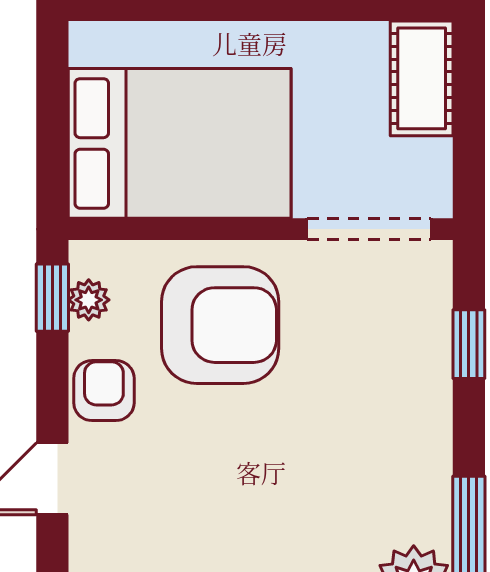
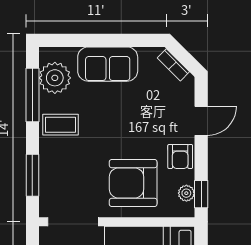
window: (469, 344) -> (32, 175), width x1.50
coffee table: (399, 469) -> (61, 125), added

